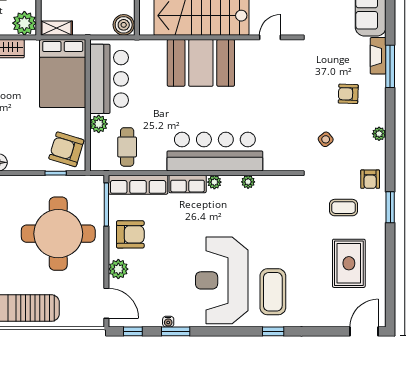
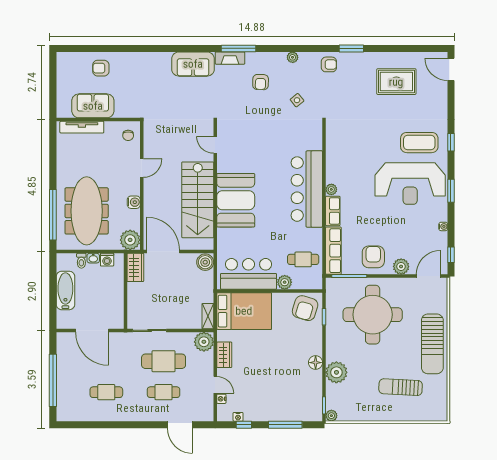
plant: (248, 182) -> (331, 162), removed
coffee table: (344, 208) -> (352, 86), removed
window: (176, 331) -> (451, 191), moved

